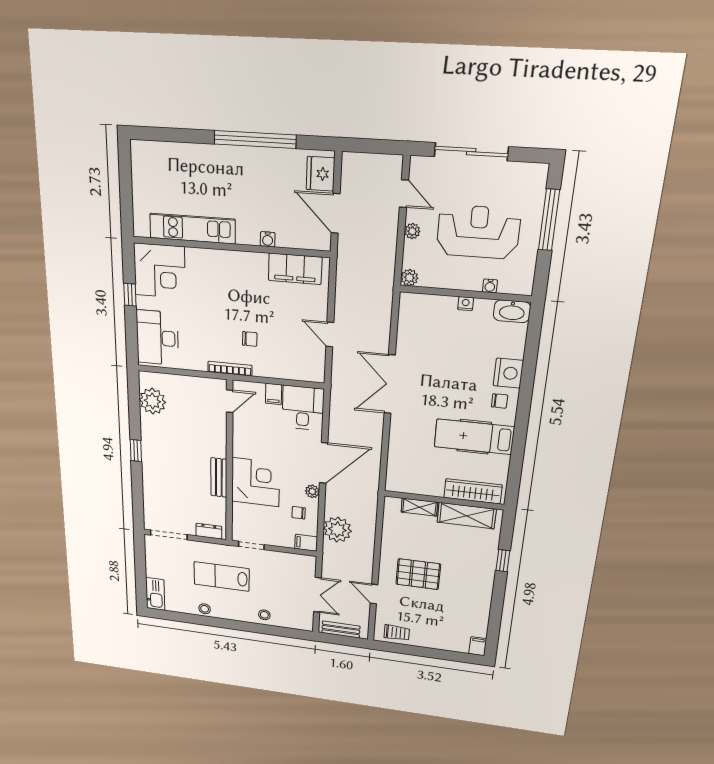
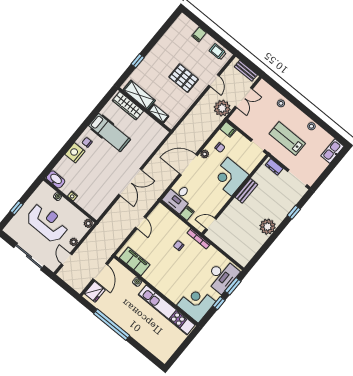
window: (549, 220) -> (17, 208), width x0.46
kitchen unit: (192, 229) -> (167, 310), width x1.36
reception desk: (478, 232) -> (47, 223), turned 180
window: (131, 334) -> (233, 286), added
plant: (152, 401) -> (268, 227), moved
window: (136, 450) -> (294, 212), moved
plant: (337, 530) -> (222, 108), moved
lab bench: (222, 576) -> (287, 139), turned 180
double door: (317, 595) -> (244, 98), swing flipped
filing cabinet: (478, 646) -> (199, 34), moved

